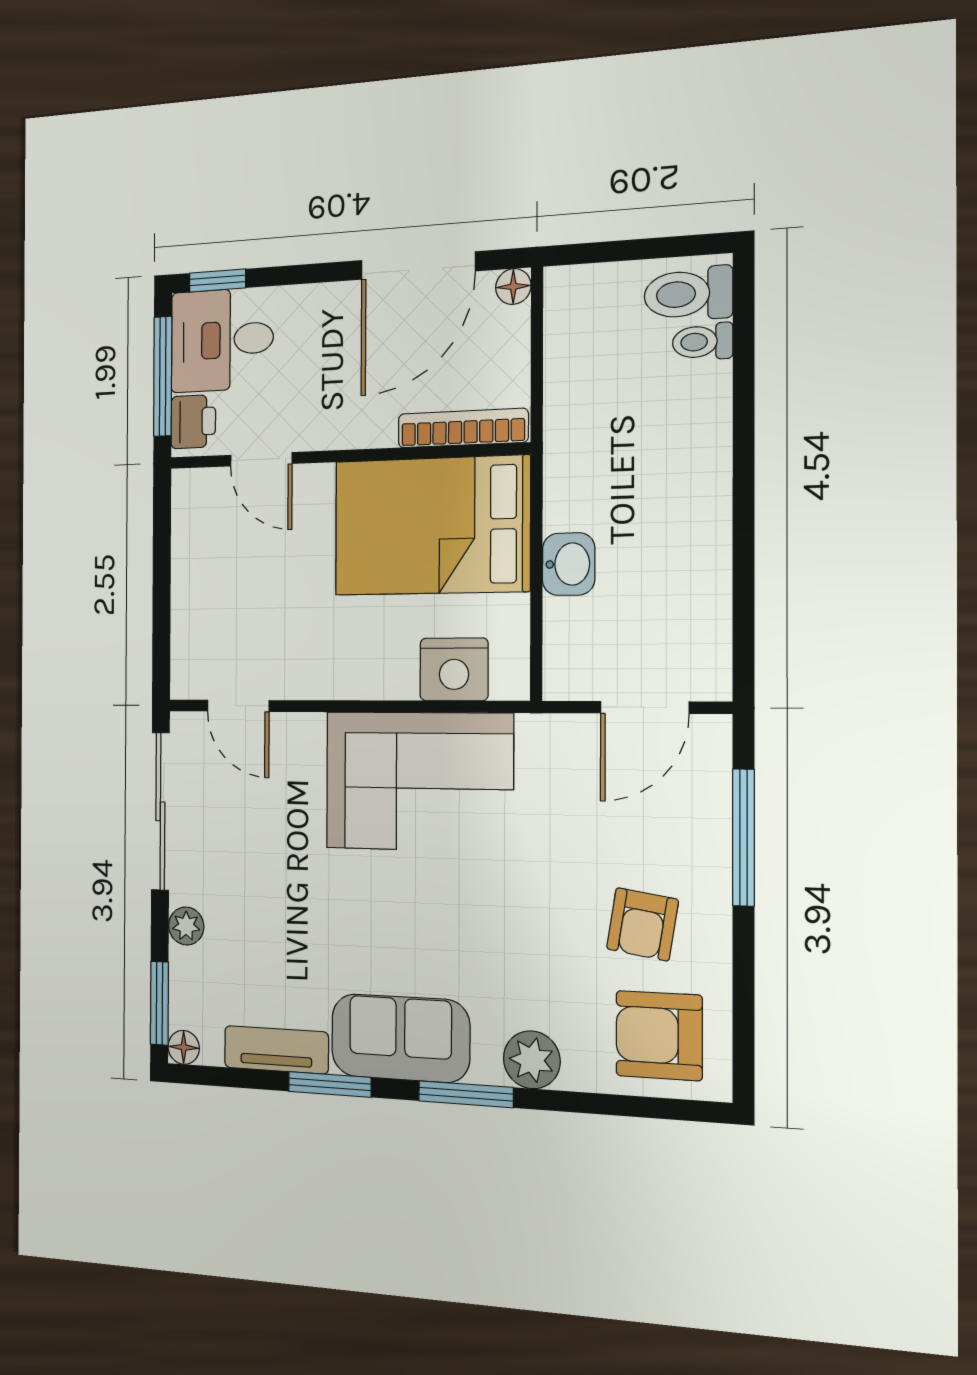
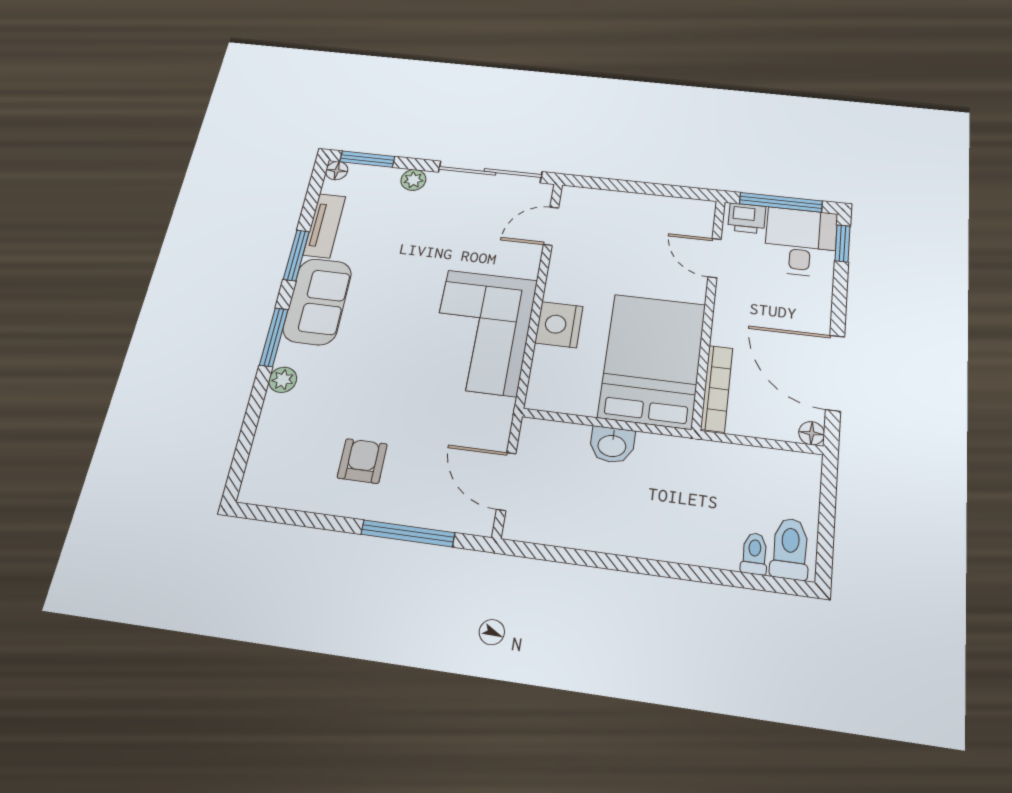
door: (261, 459) -> (715, 258), hinge flipped
nightstand: (454, 669) -> (559, 325), moved
armchair: (642, 924) -> (362, 461), turned 81
armchair: (659, 1036) -> (288, 462), removed
plant: (532, 1060) -> (283, 380), width x0.73, depth x0.73

